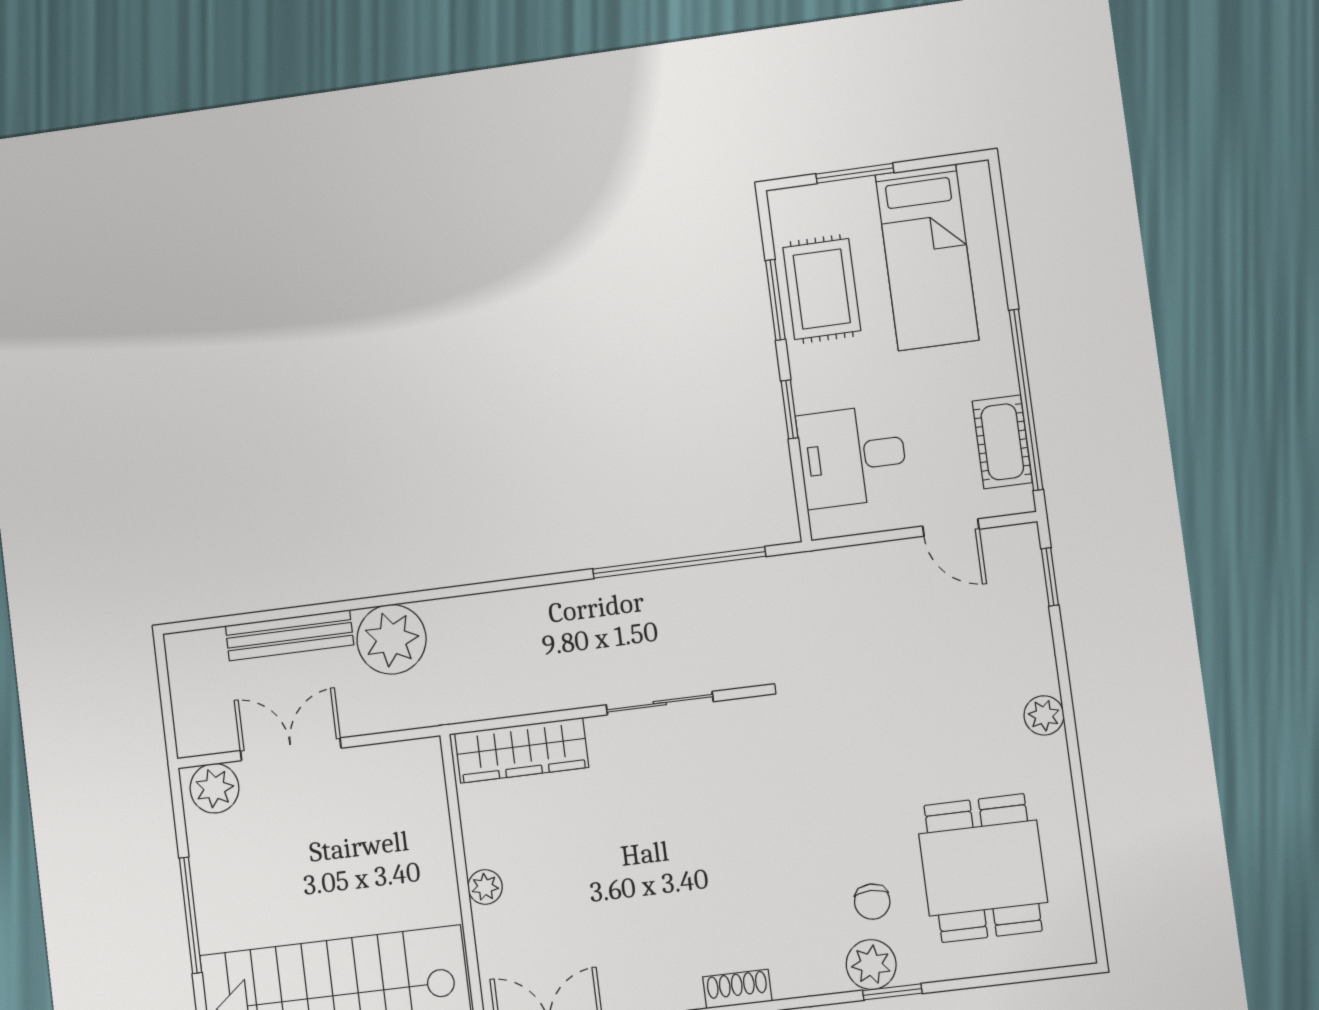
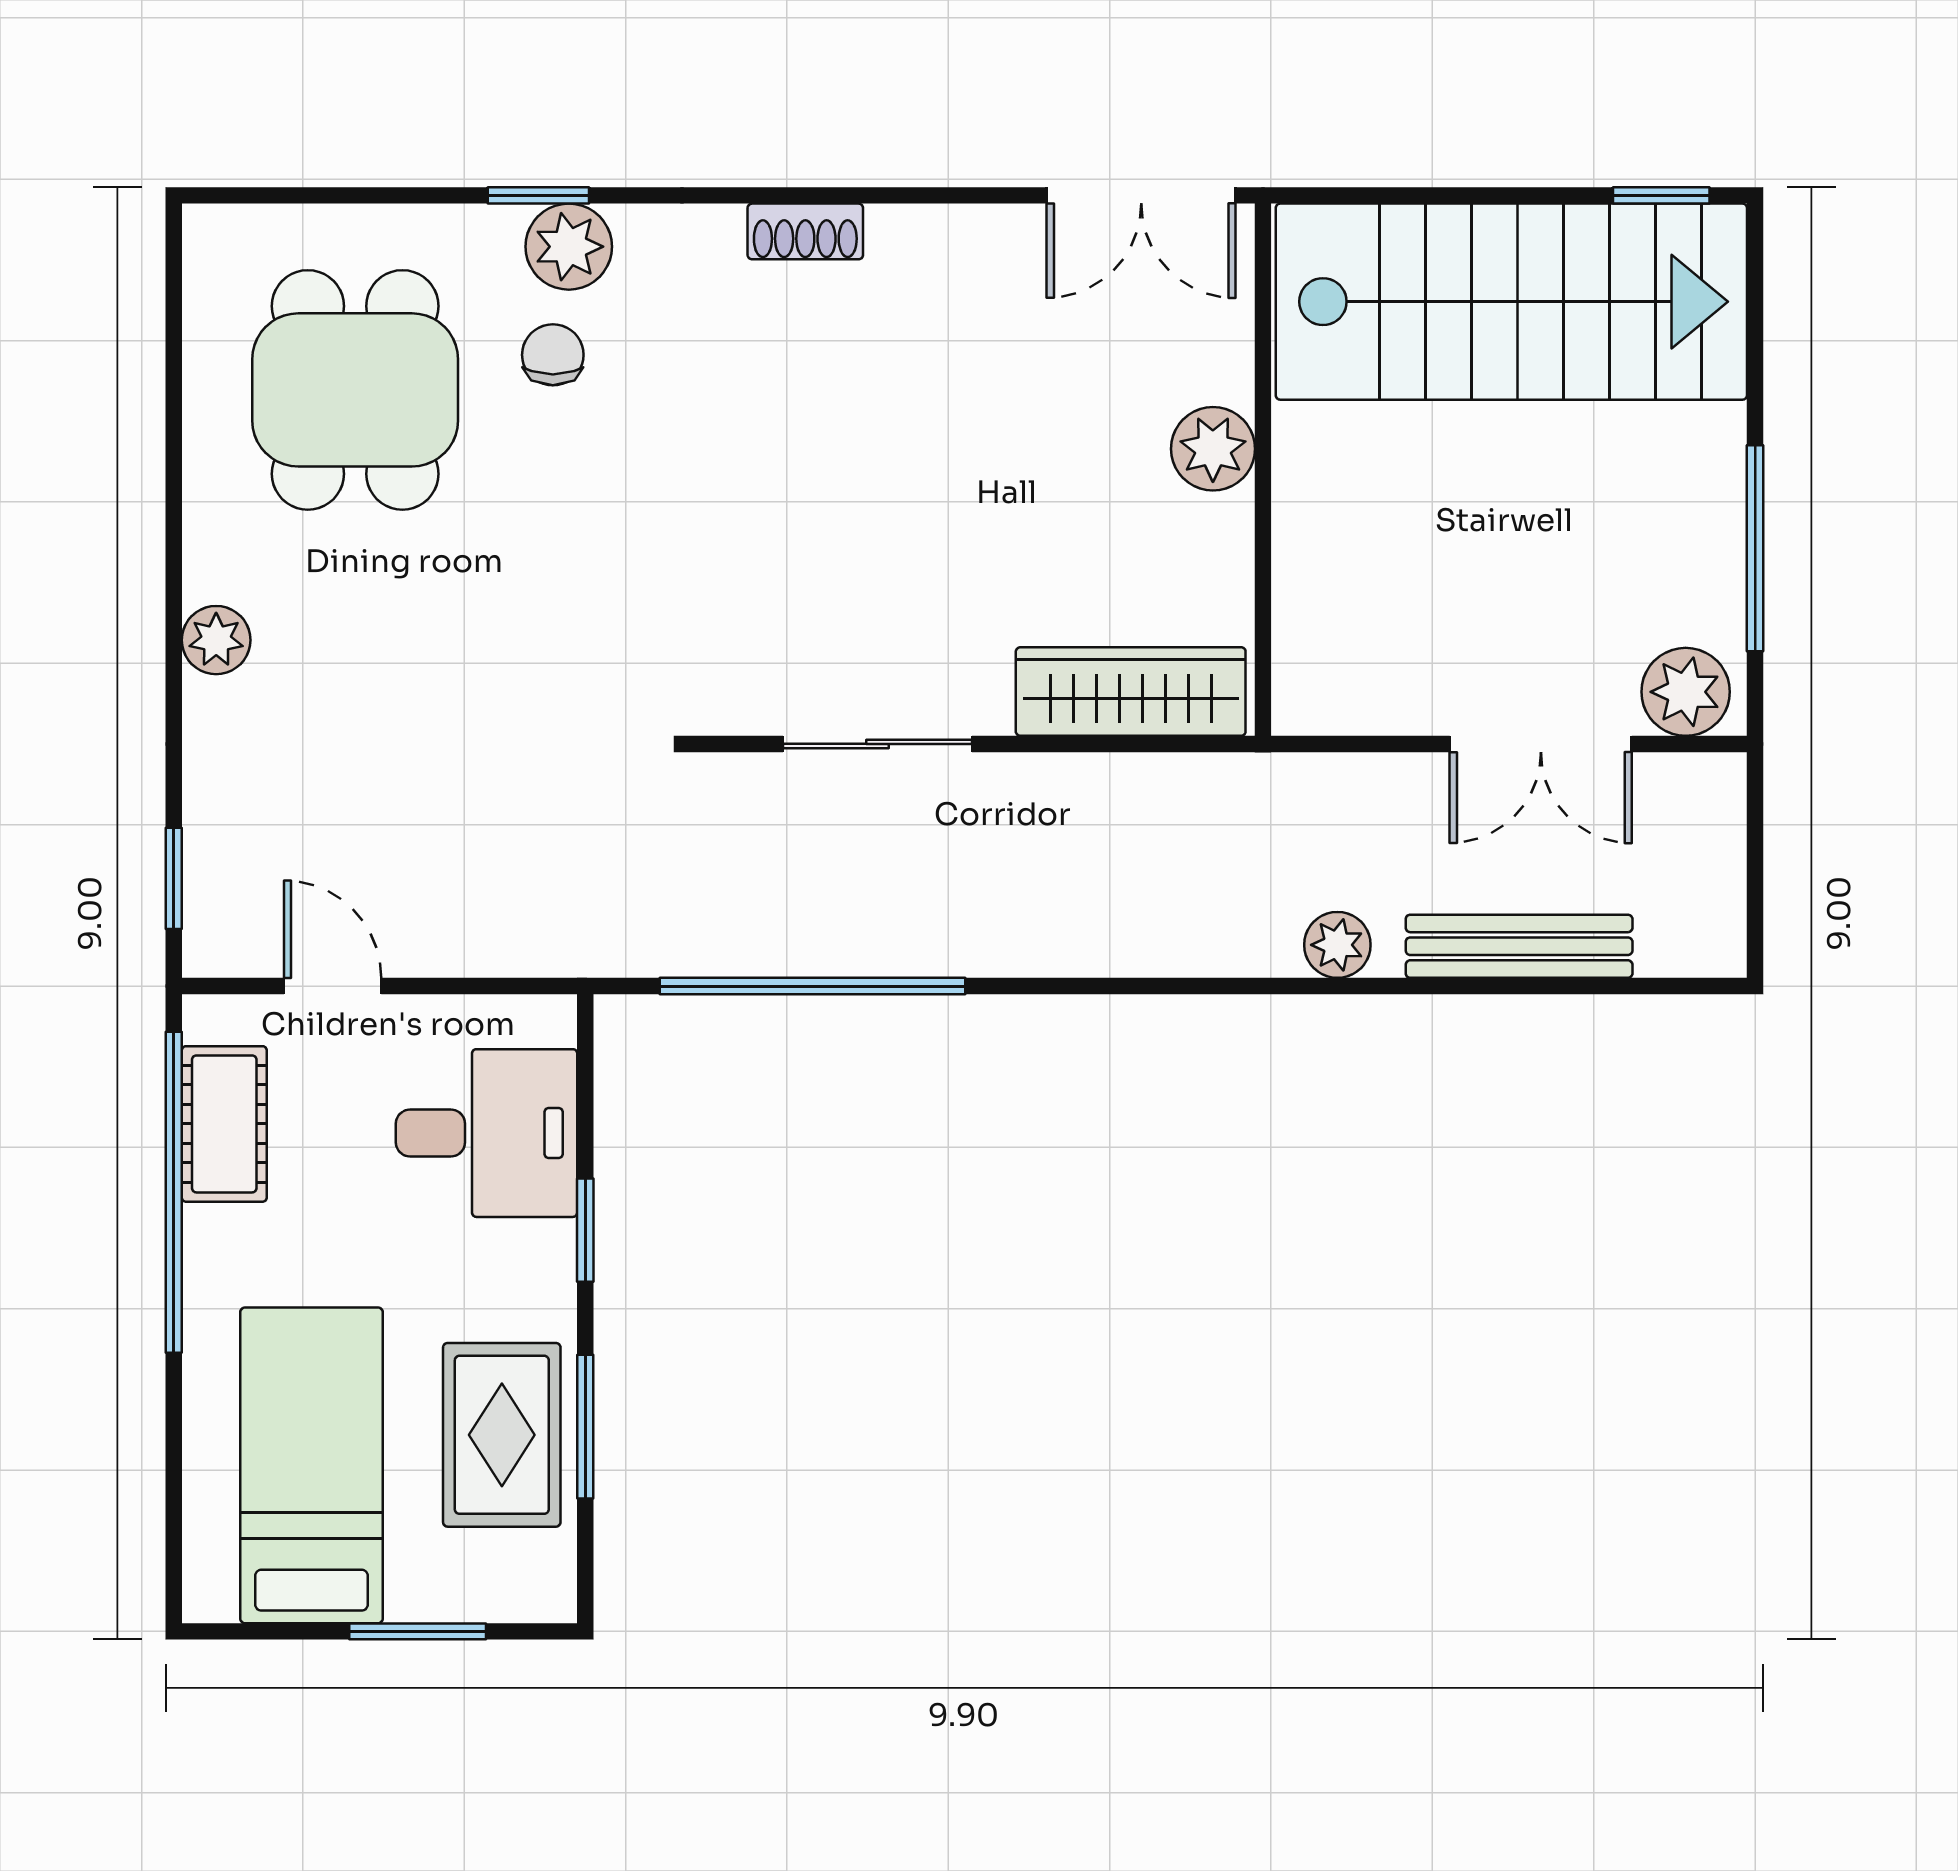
plant: (391, 639) -> (1337, 945), width x0.53, depth x0.53
plant: (485, 887) -> (1213, 449), width x1.38, depth x1.38
window: (190, 915) -> (1755, 548), moved

